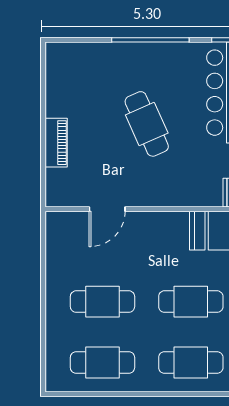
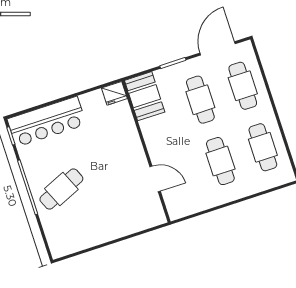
cafe table: (147, 124) -> (61, 189), moved
piano: (56, 143) -> (120, 229), removed

